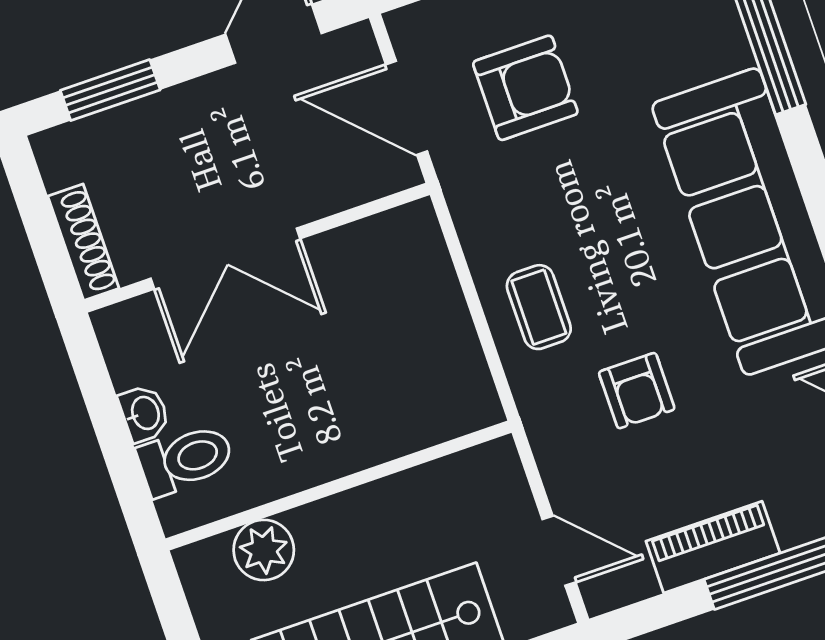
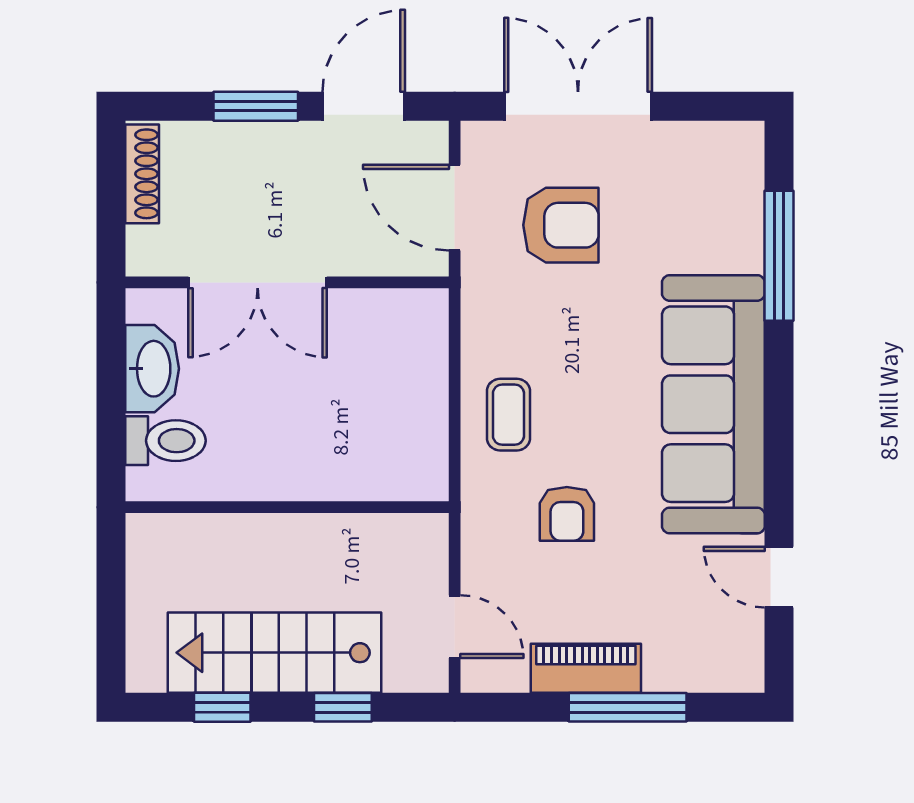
window: (110, 90) -> (256, 106), moved
shoe rack: (83, 242) -> (142, 174), moved
washbasin: (144, 413) -> (152, 369), width x1.91, depth x1.45
plant: (264, 550) -> (205, 540), removed

